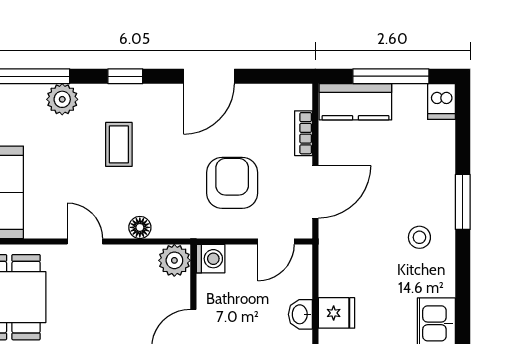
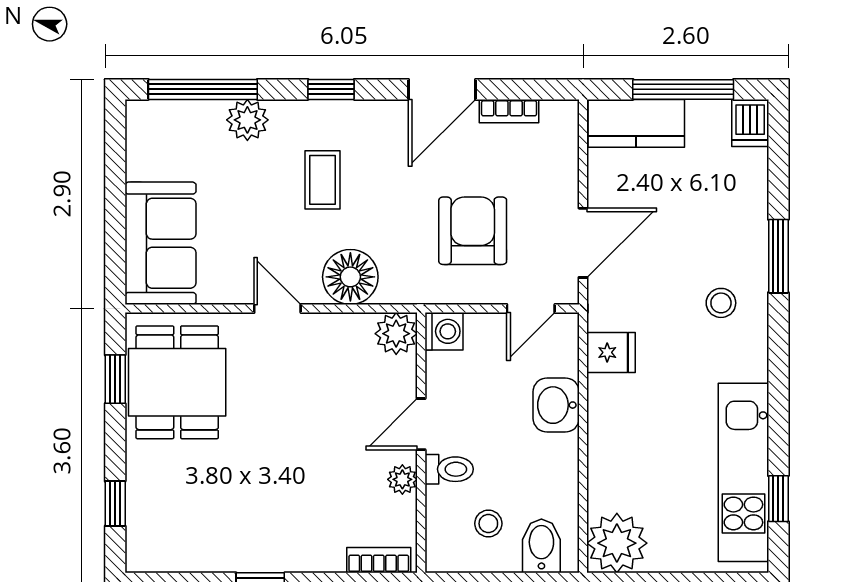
bookcase: (303, 133) -> (509, 111), moved, turned -90
floor lamp: (140, 227) -> (350, 277), width x1.89, depth x1.89
fridge: (336, 313) -> (611, 352), moved
washbasin: (300, 314) -> (556, 405), width x1.38, depth x1.45

